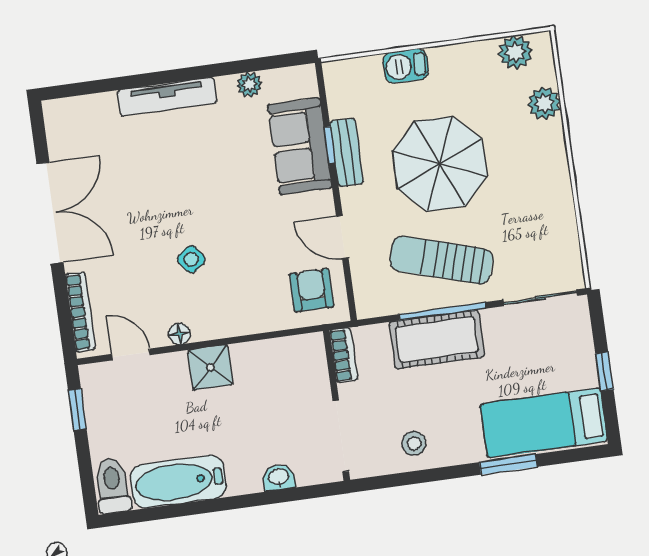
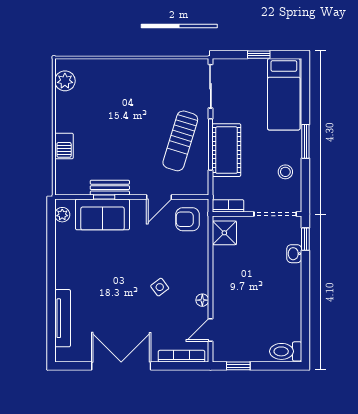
plant: (249, 84) -> (62, 215), moved
tv unit: (167, 97) -> (63, 318), moved
plant: (544, 103) -> (97, 68), removed
parasol: (440, 164) -> (124, 134), removed
shower: (210, 367) -> (224, 233), moved
window: (508, 464) -> (305, 141), moved
bathtub: (178, 482) -> (289, 313), removed
window: (306, 493) -> (305, 239), added

